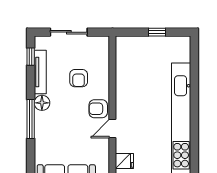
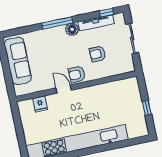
armchair: (98, 109) -> (77, 74), turned -90

